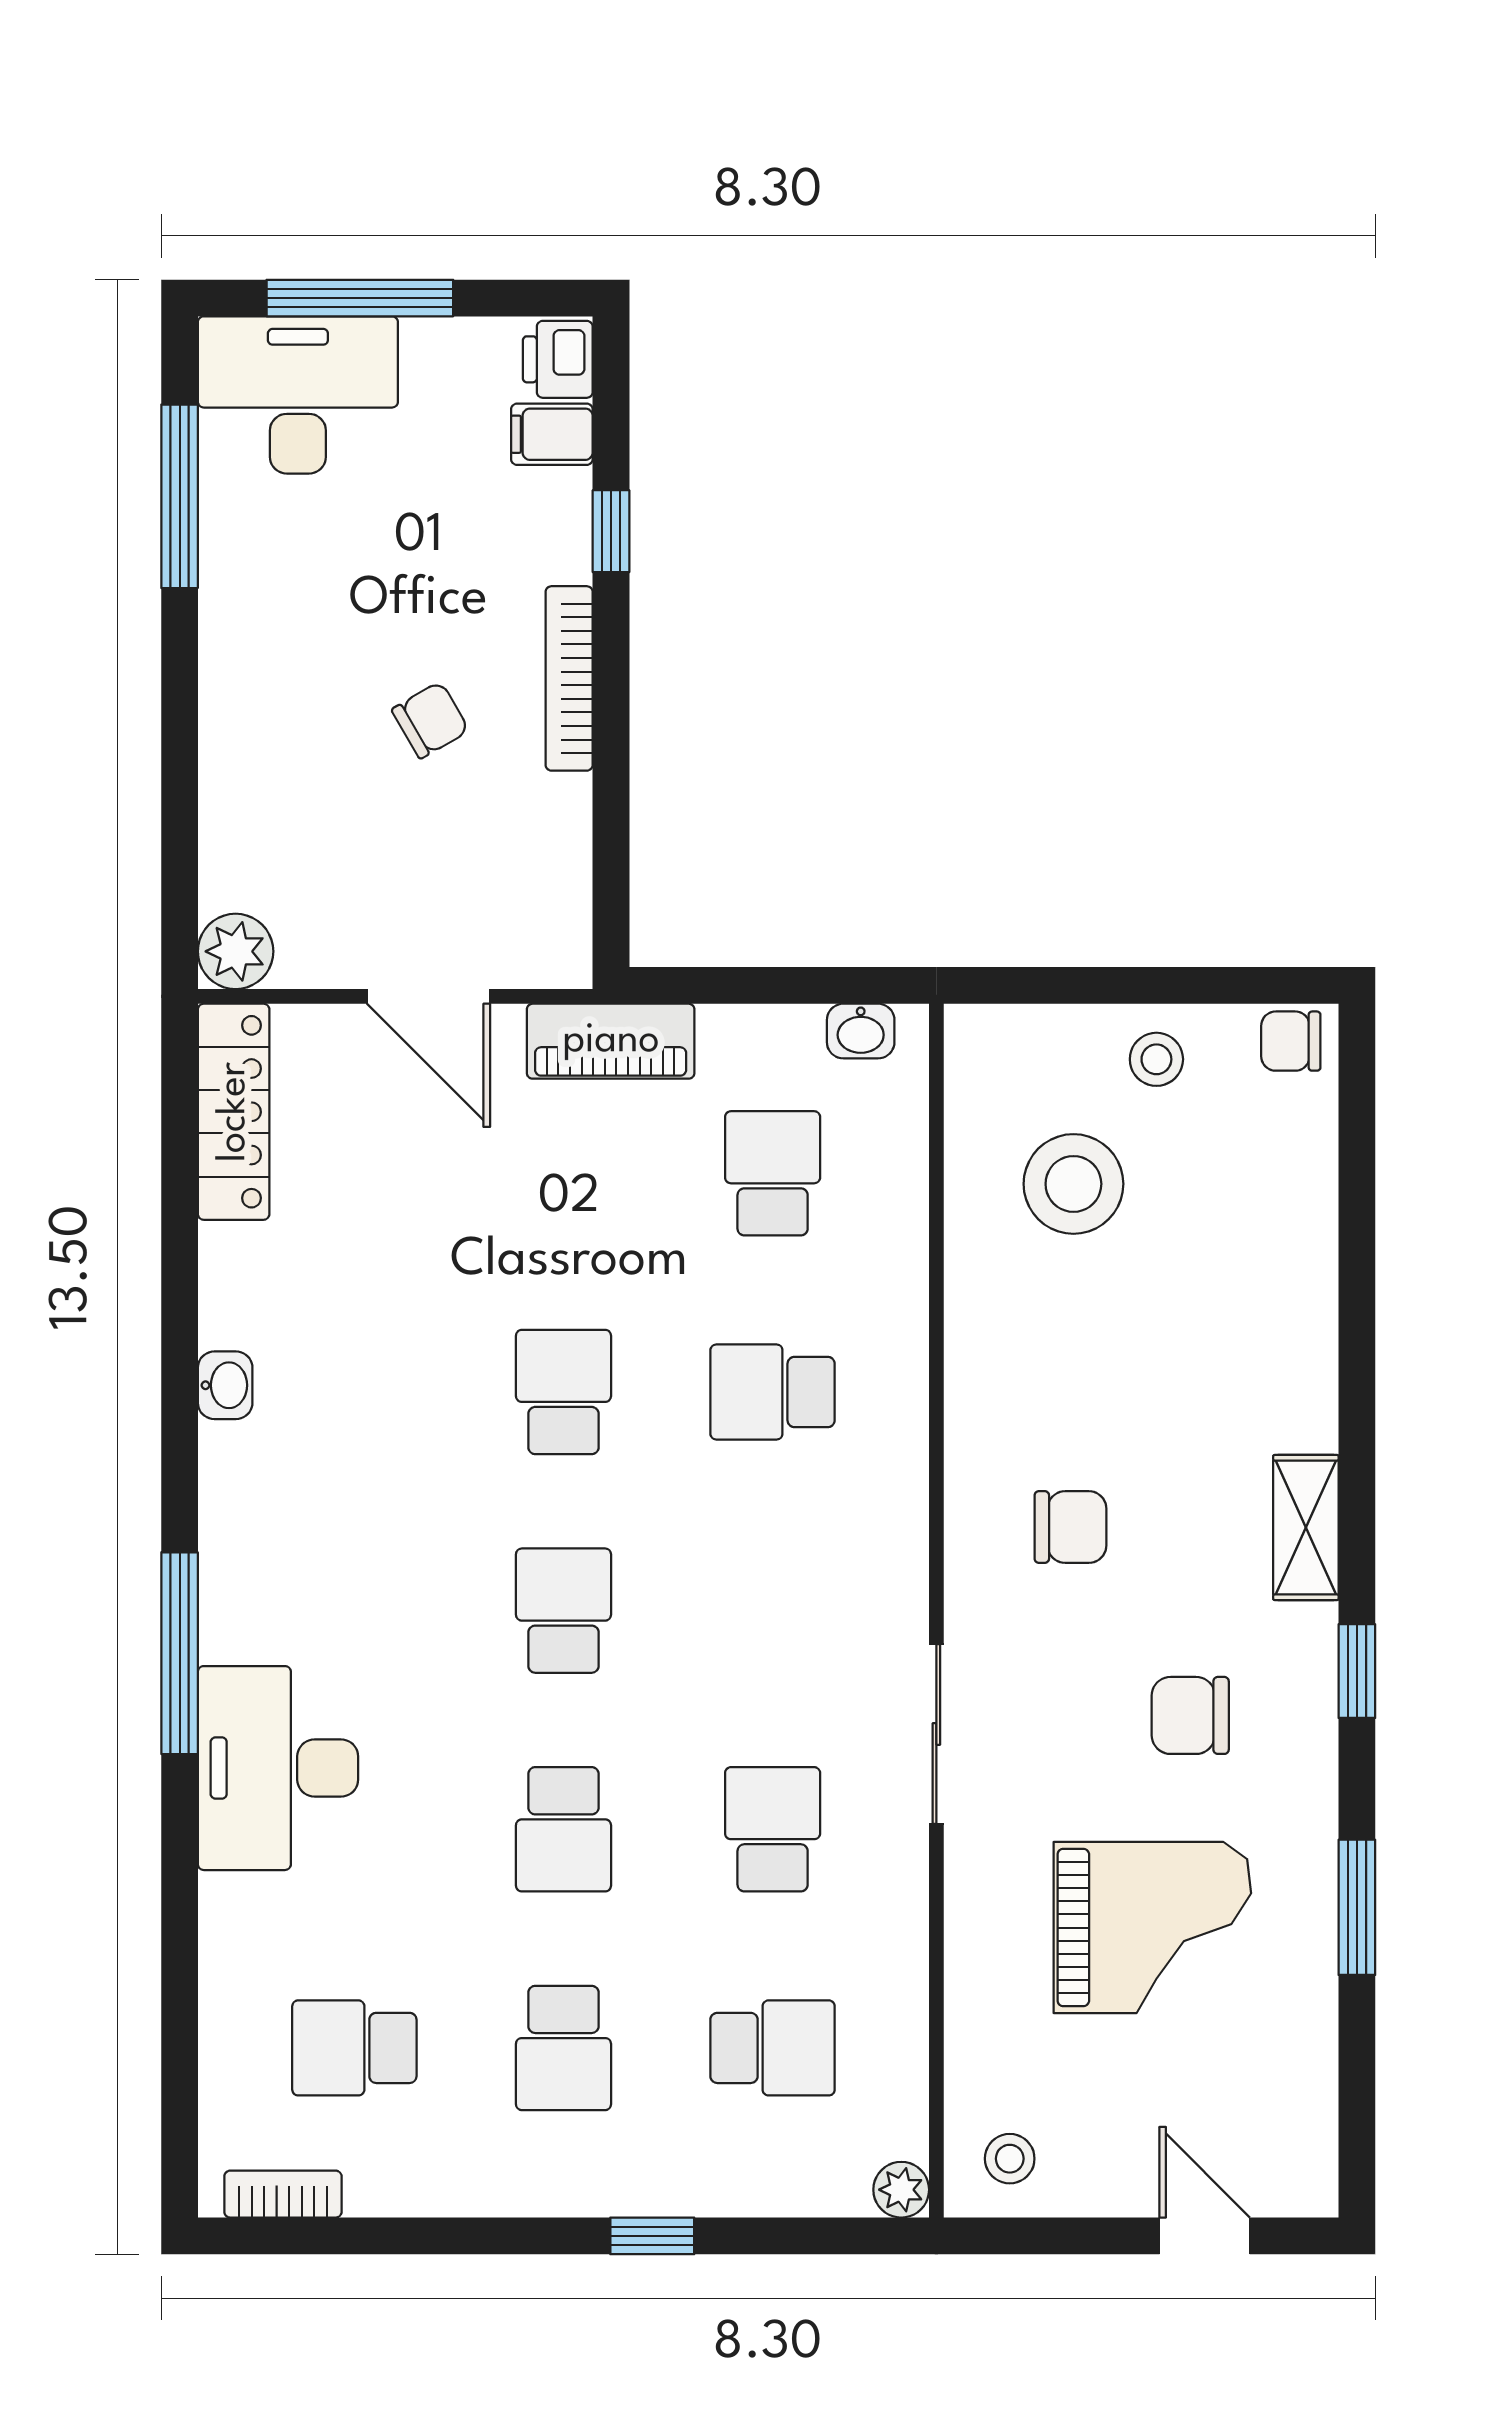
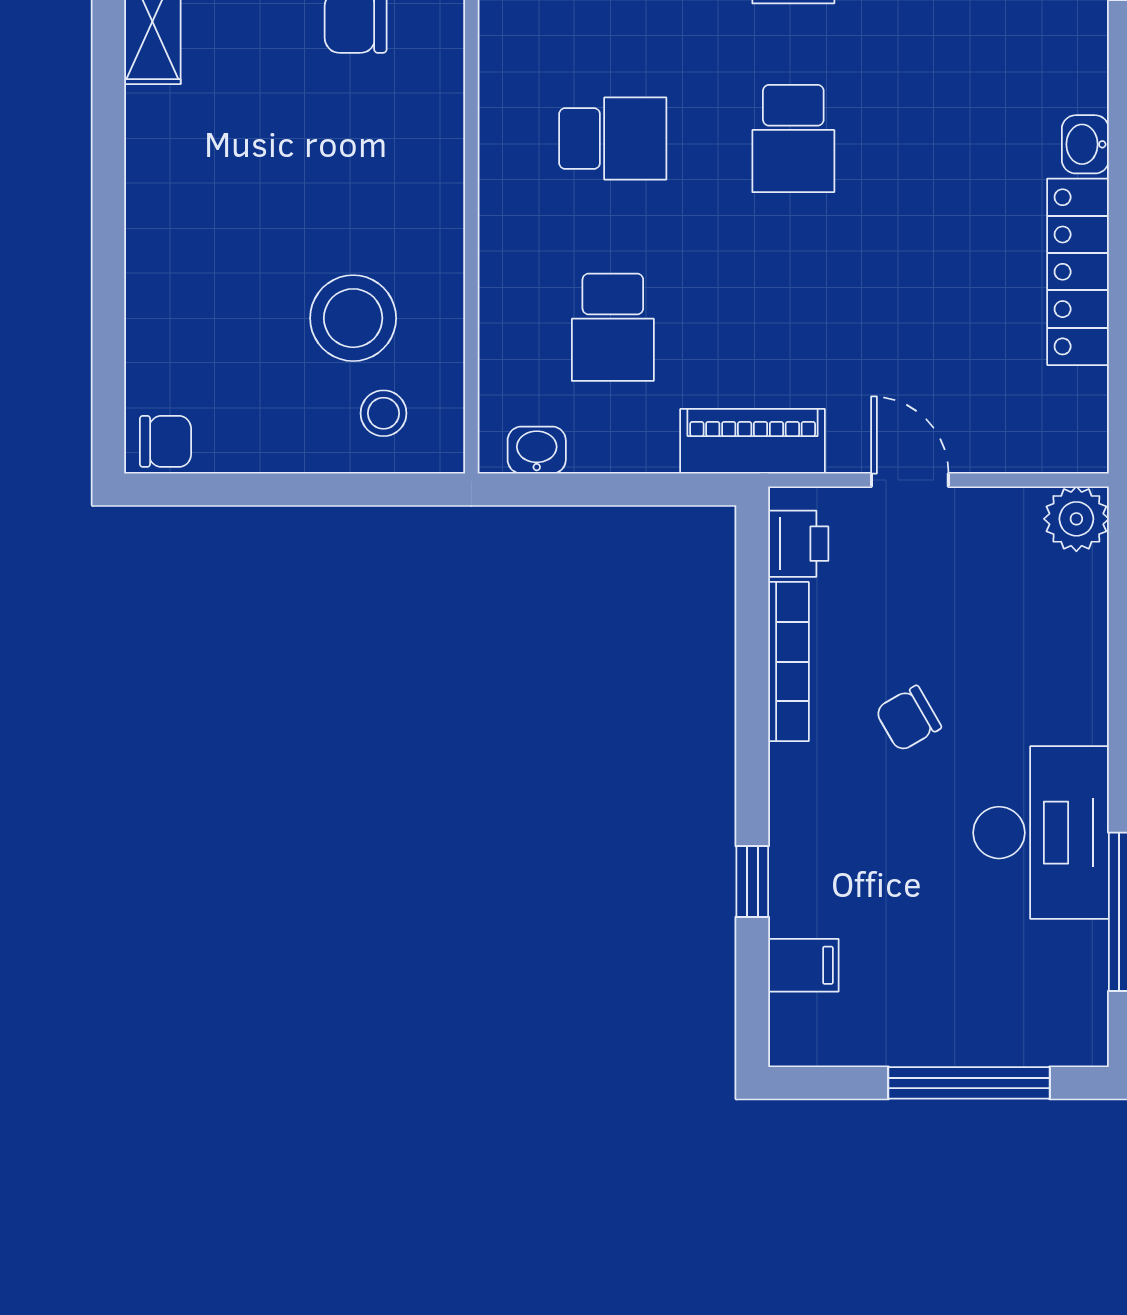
printer: (558, 359) -> (798, 544), moved
desk: (298, 395) -> (1041, 833), moved, turned -90
bookcase: (569, 678) -> (788, 662), moved
door: (428, 996) -> (910, 480), width x0.73
stool: (1156, 1059) -> (383, 413), moved
locker: (234, 1112) -> (1078, 272), moved

